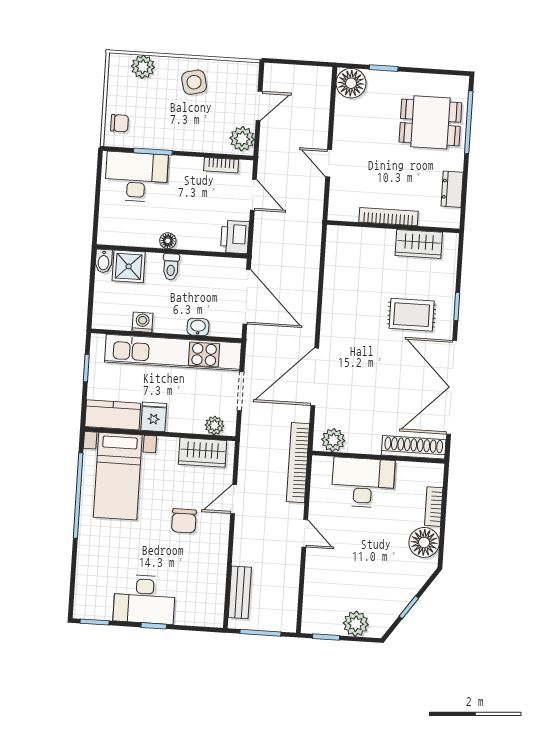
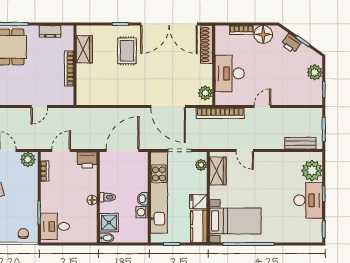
desk: (136, 177) -> (55, 226), width x0.73
washbasin: (198, 327) -> (143, 199), moved
chair: (184, 521) -> (260, 180), removed
printer: (406, 588) -> (291, 43), added
plant: (193, 609) -> (312, 171), added

